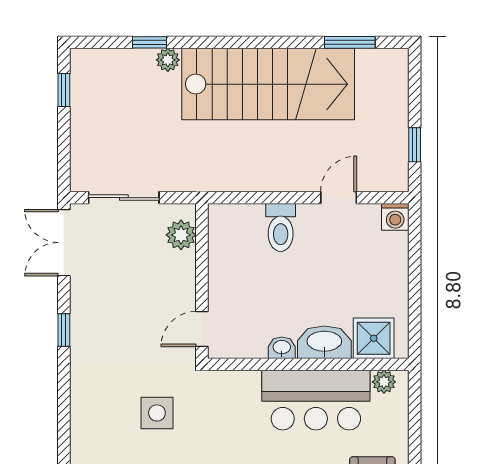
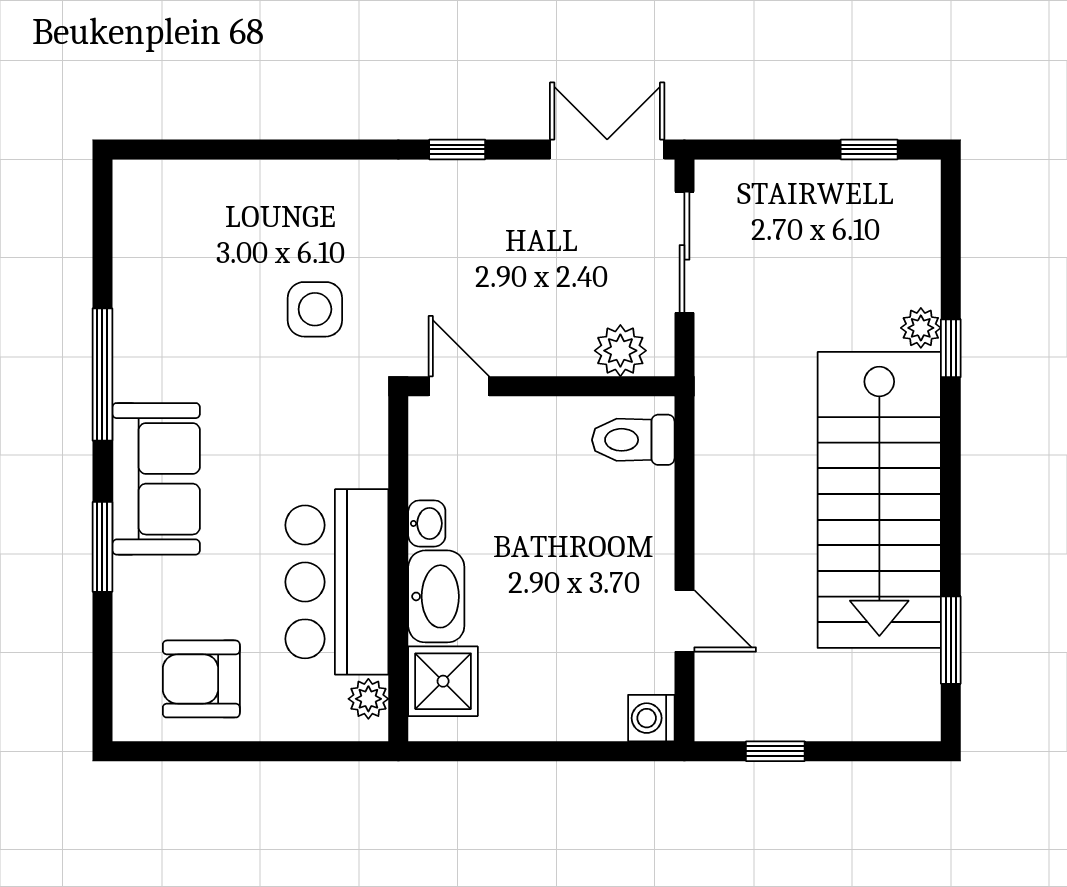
window: (150, 42) -> (951, 348), moved
toilet: (281, 227) -> (633, 440), moved

